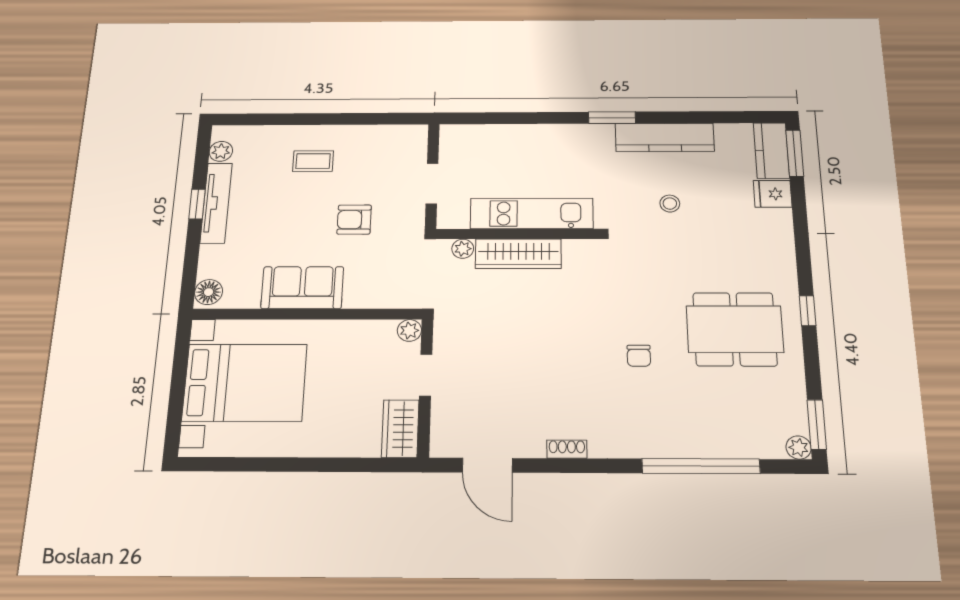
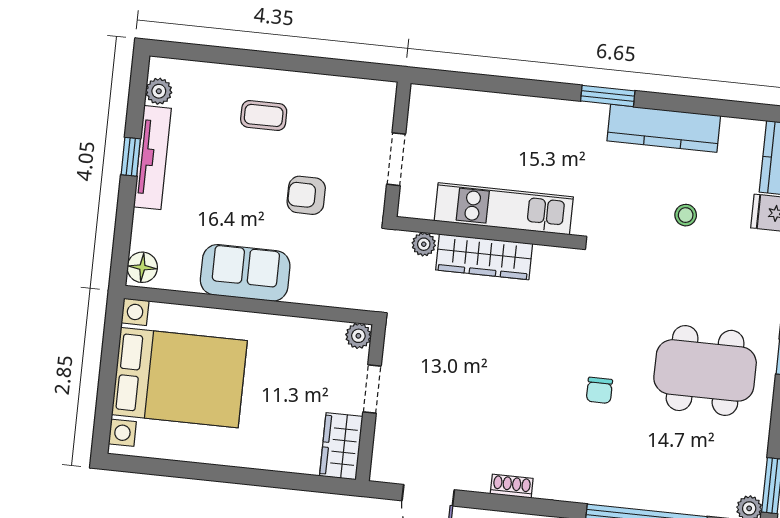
stool: (670, 204) -> (686, 215), moved

